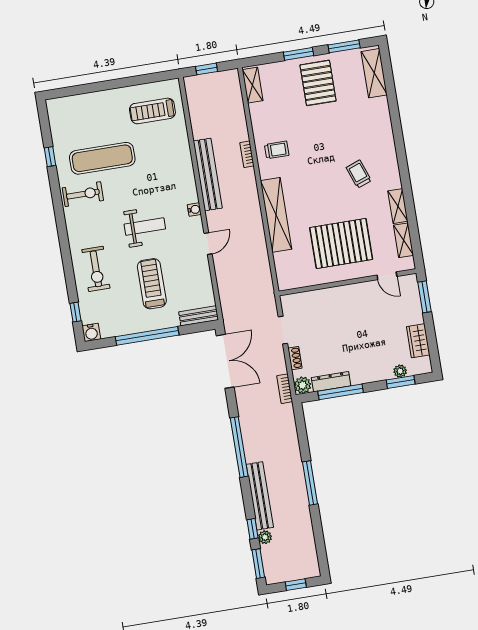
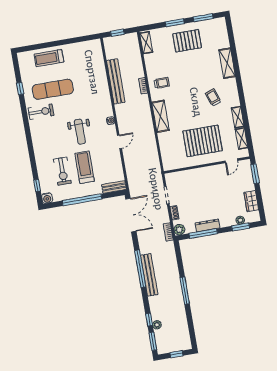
shelving: (374, 73) -> (227, 63), moved
pallet: (318, 83) -> (187, 41), turned 90
treadmill: (152, 111) -> (49, 58), moved
bench: (208, 174) -> (116, 81), moved
shelving: (276, 215) -> (161, 116), width x0.68
weight bench: (145, 227) -> (80, 132), turned 90
exercise bike: (96, 269) -> (62, 171), moved
door: (387, 276) -> (231, 161), hinge flipped
dresser: (331, 382) -> (207, 225), moved
bench: (260, 496) -> (149, 275), moved

